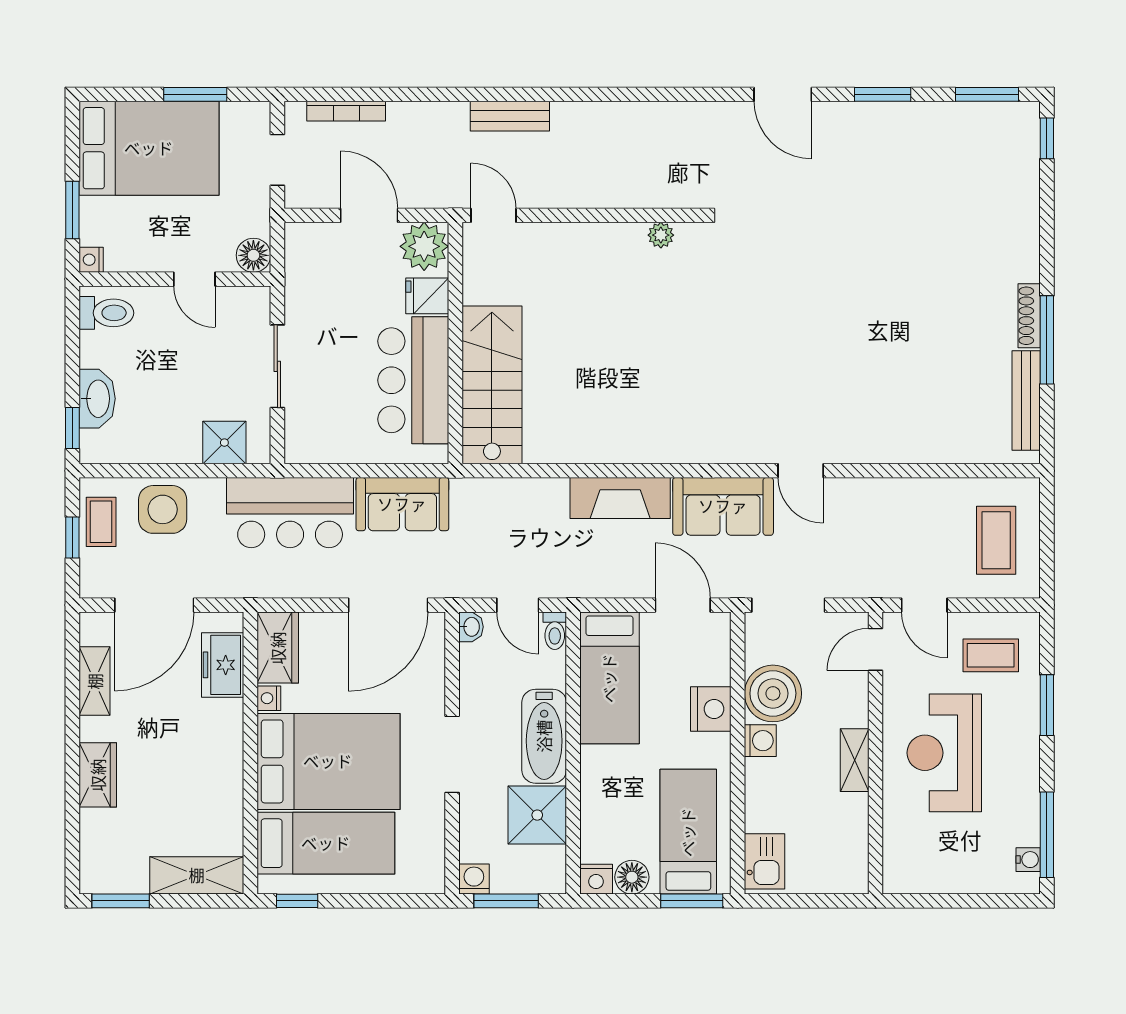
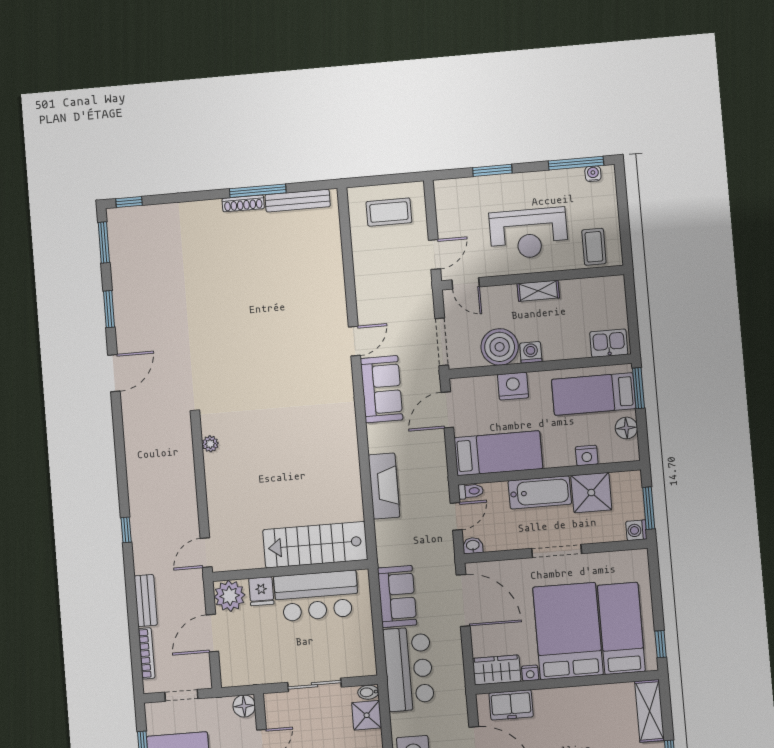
window: (539, 94) -> (126, 530), added
bench: (510, 116) -> (146, 600), moved
bidet: (259, 448) -> (368, 692), added
fireplace: (620, 498) -> (384, 486), moved
coffee table: (991, 655) -> (594, 247), moved
nightstand: (596, 879) -> (587, 455), moved, turned 90

